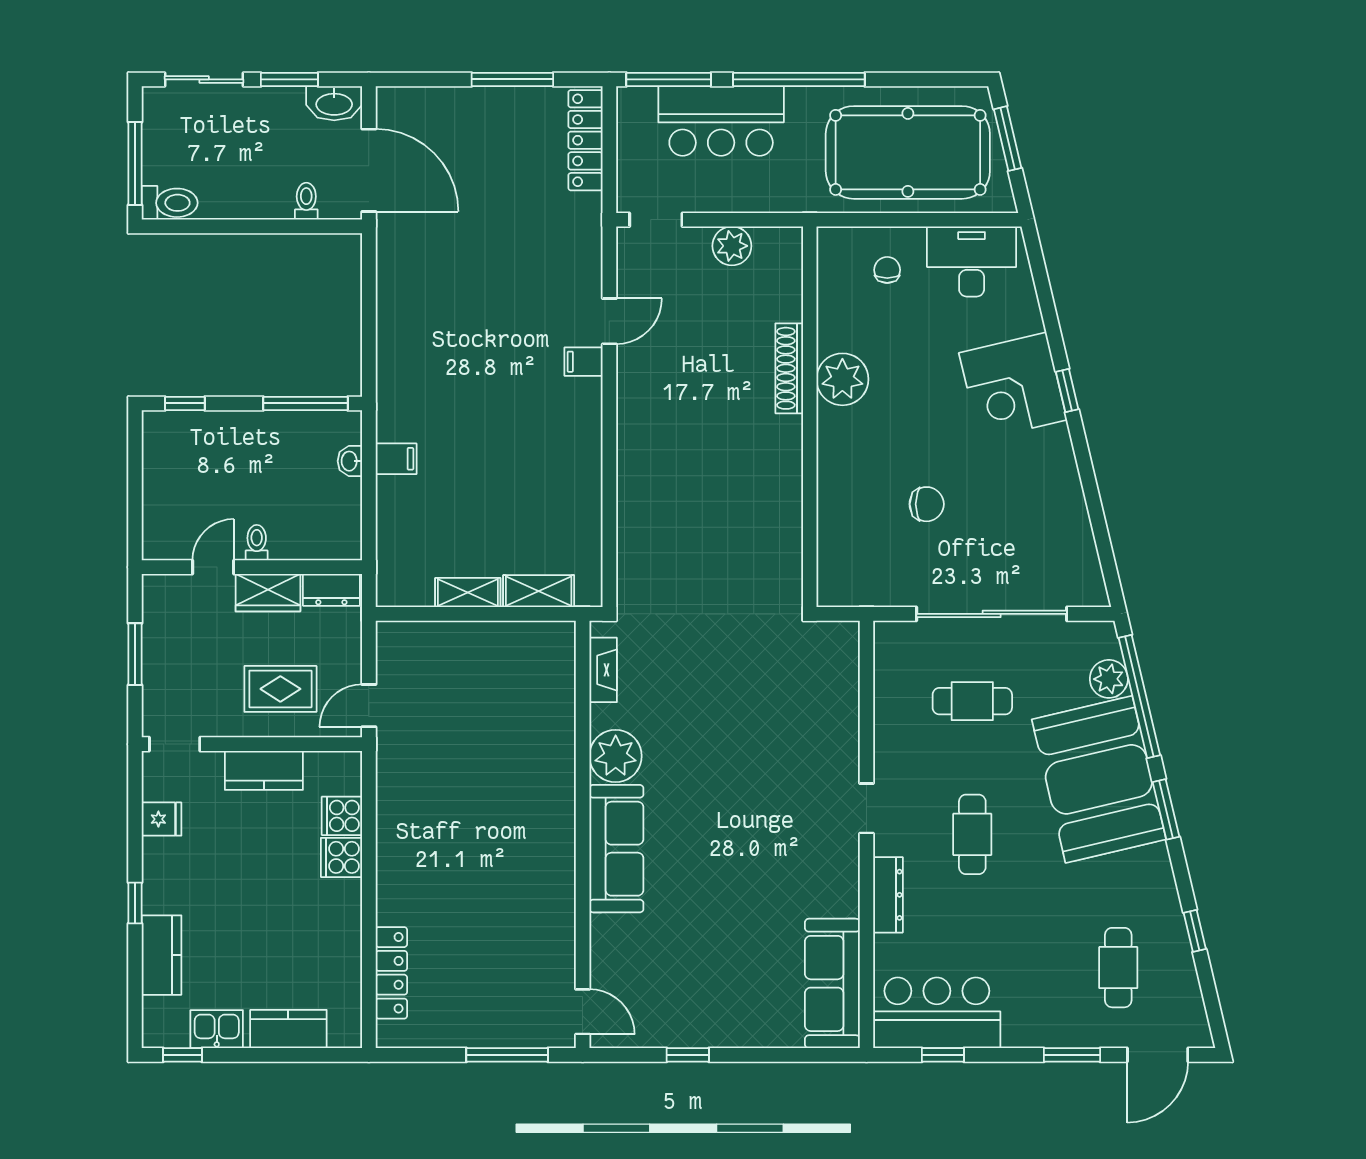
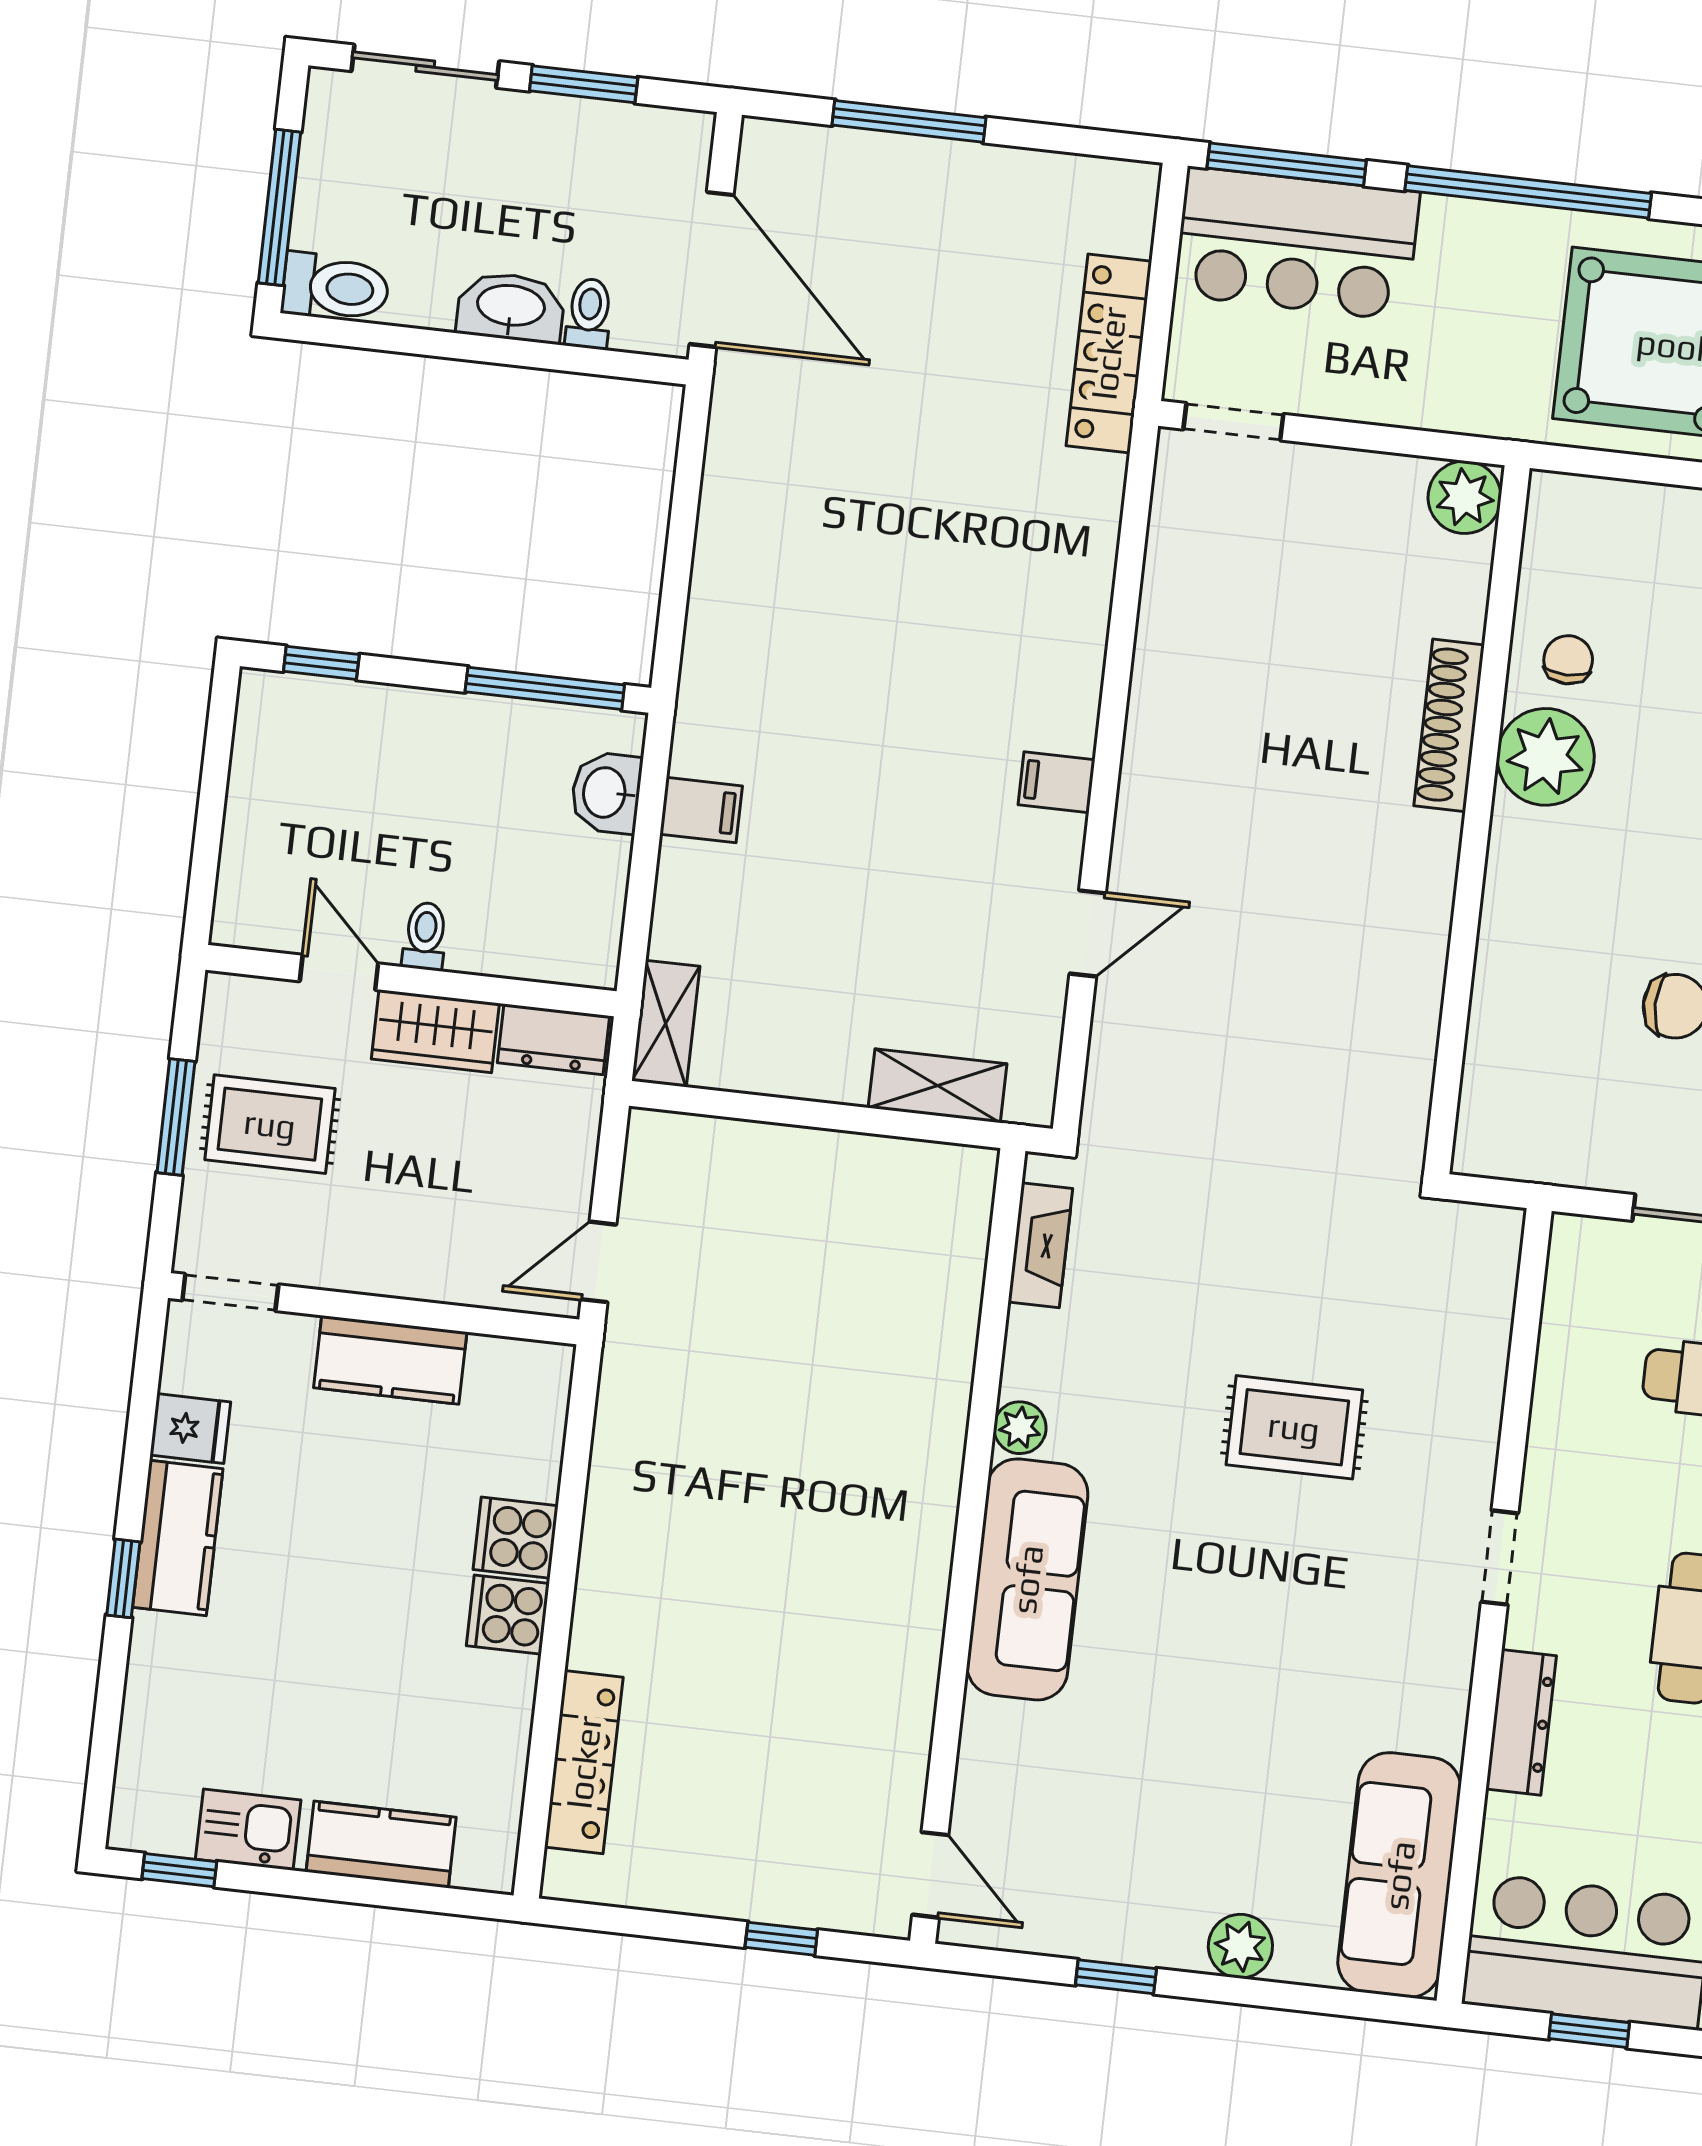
window: (512, 79) -> (909, 121), moved
washbasin: (334, 103) -> (511, 307), moved, turned 180
bar counter: (721, 121) -> (1297, 244), moved
locker: (586, 140) -> (1109, 353), moved
plant: (732, 246) -> (1465, 497), moved
chair: (887, 270) -> (1568, 660), moved
door: (609, 321) -> (1088, 933), moved
filing cabinet: (584, 362) -> (1056, 782), moved
washbasin: (350, 461) -> (606, 793), width x1.38, depth x1.45
door: (213, 567) -> (339, 972), hinge flipped
shelving: (468, 593) -> (666, 1024), moved, turned 90
rug: (280, 689) -> (270, 1124), moved
rug: (749, 751) -> (1294, 1427), added
plant: (616, 756) -> (1020, 1428), width x0.53, depth x0.53
cooker: (342, 816) -> (508, 1615), moved
kitchen counter: (162, 955) -> (178, 1538), moved
plant: (752, 1031) -> (1240, 1946), added
window: (507, 1055) -> (781, 1939), width x0.46

